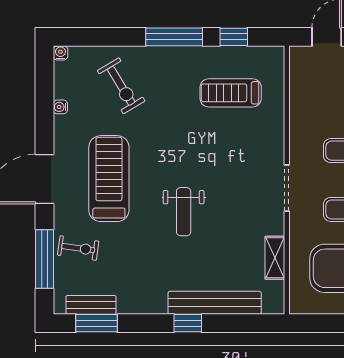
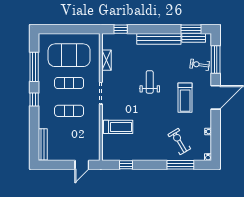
window: (174, 37) -> (180, 165), moved
treadmill: (231, 93) -> (118, 127), moved
treadmill: (109, 179) -> (185, 98), width x0.73, depth x0.73
bench: (215, 303) -> (159, 39), moved
window: (188, 323) -> (121, 29), moved

